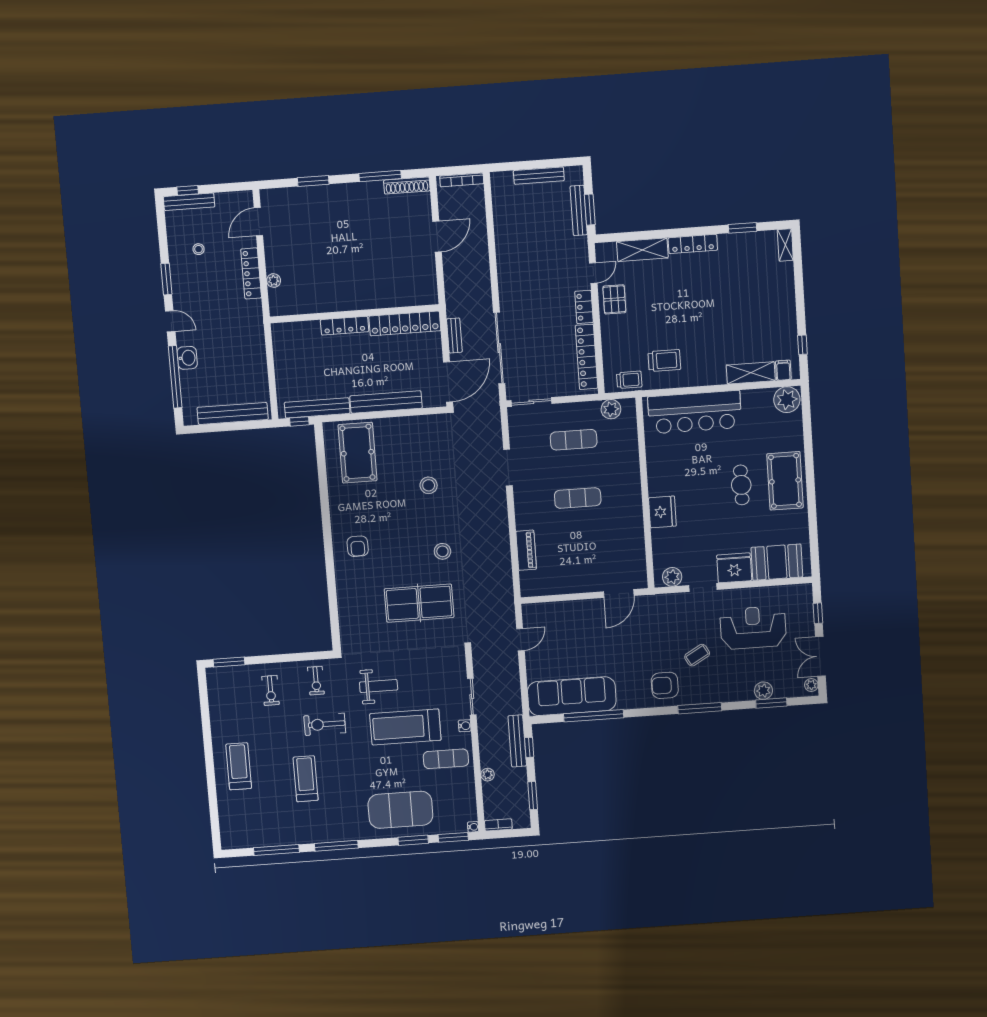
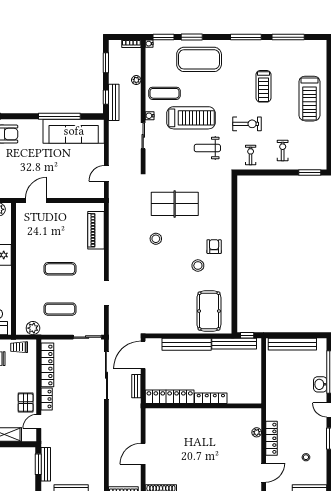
stool: (429, 485) -> (198, 266), moved
piano: (526, 550) -> (96, 230), width x1.37, depth x1.33
treadmill: (239, 766) -> (309, 99), width x1.37, depth x1.38

